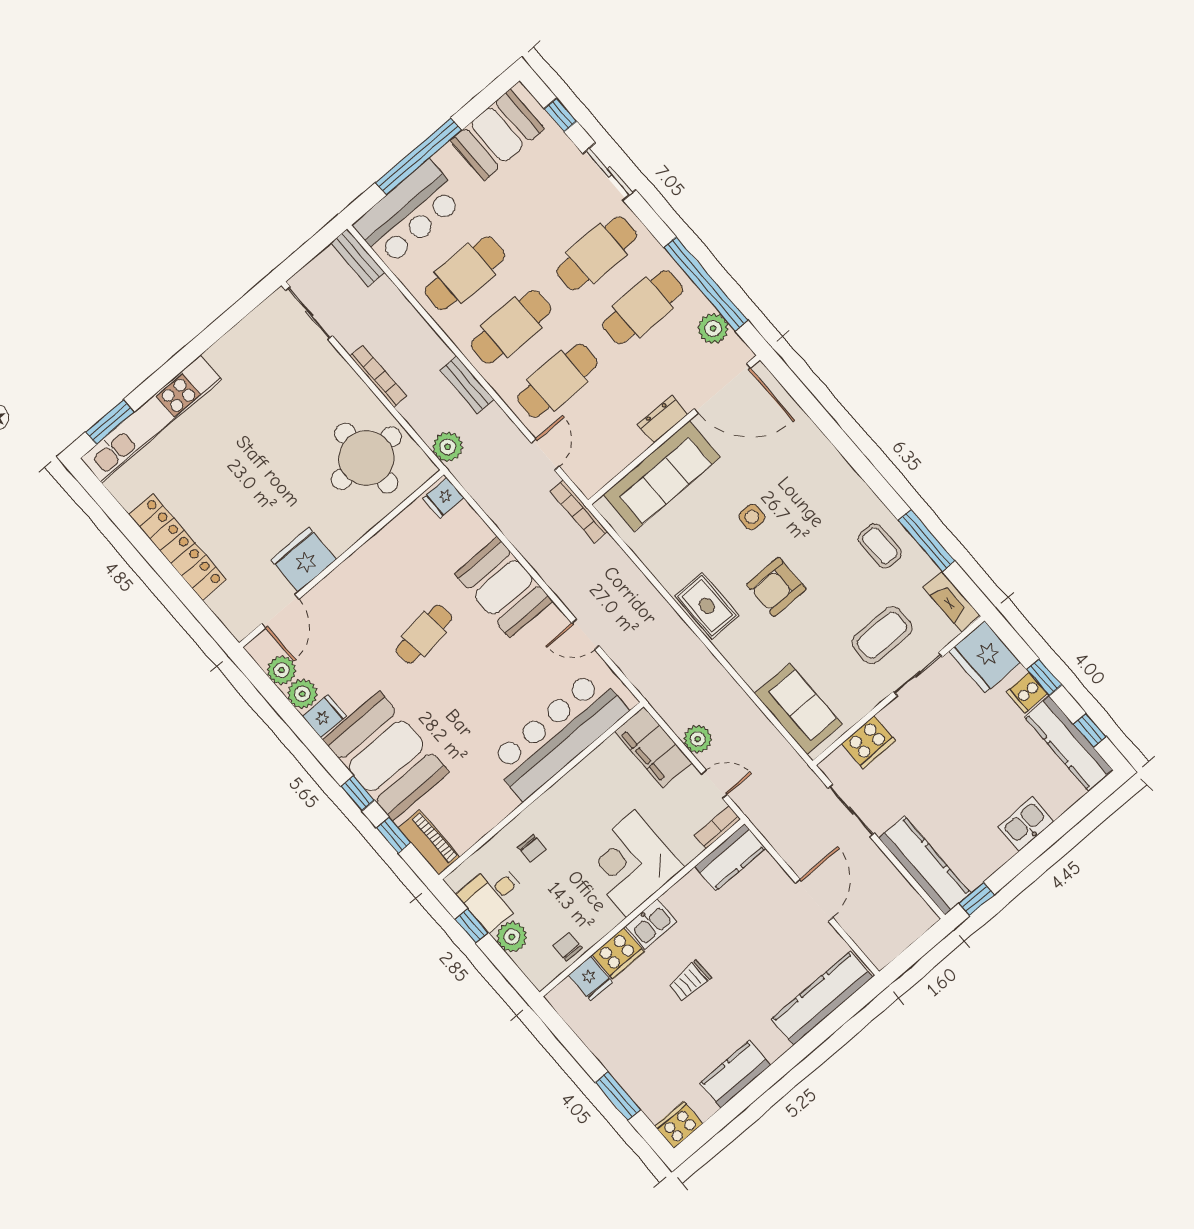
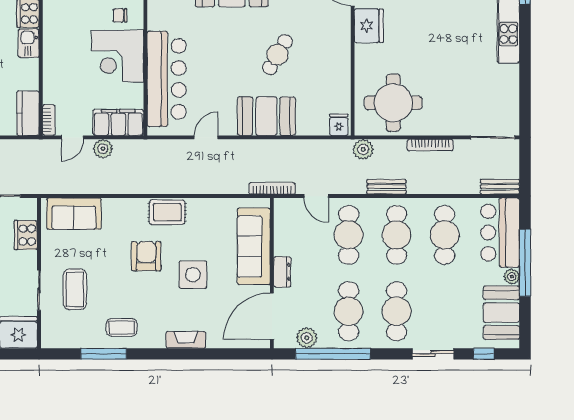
plant: (447, 158) -> (512, 277), added
side table: (752, 517) -> (193, 275), width x1.87, depth x1.87
fireplace: (952, 601) -> (186, 340), moved
cafe table: (424, 634) -> (277, 55), turned 37
corner desk: (631, 863) -> (118, 56), moved, turned 180

